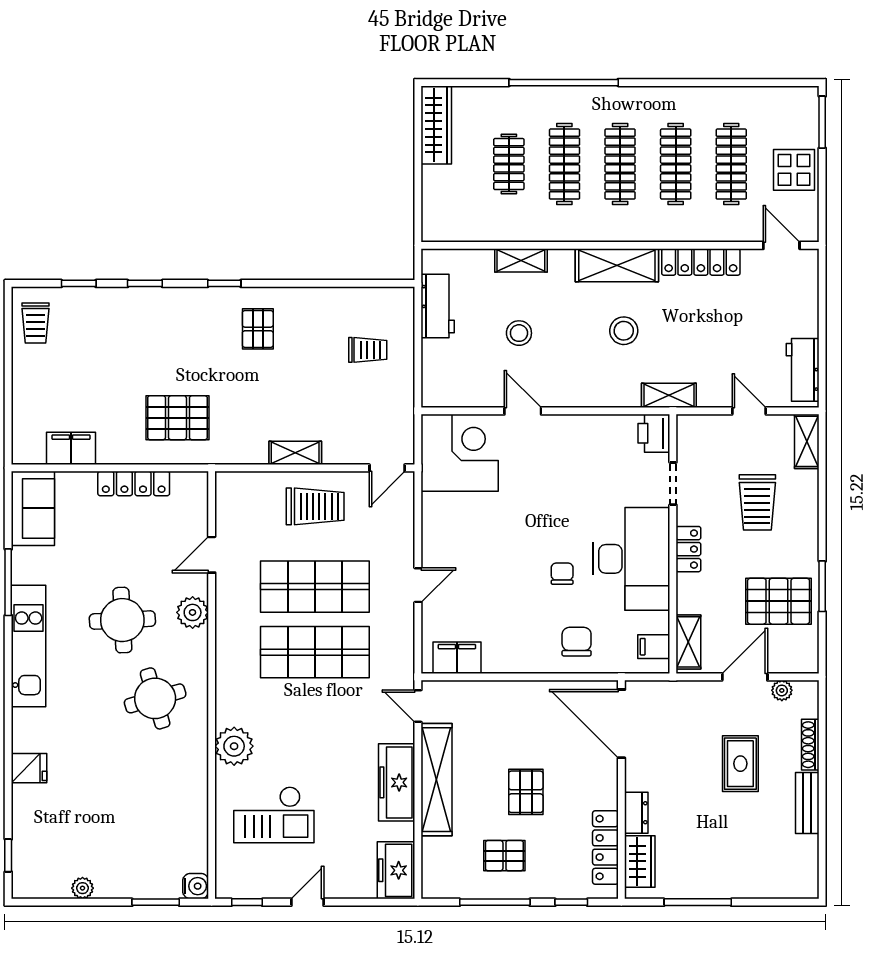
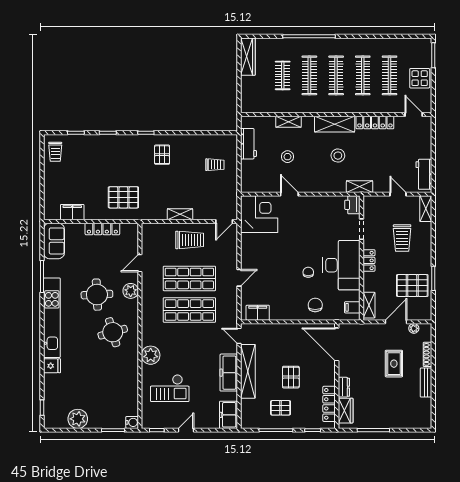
kitchen unit: (29, 646) -> (52, 318), width x1.36
plant: (82, 888) -> (78, 419), width x1.88, depth x1.88

